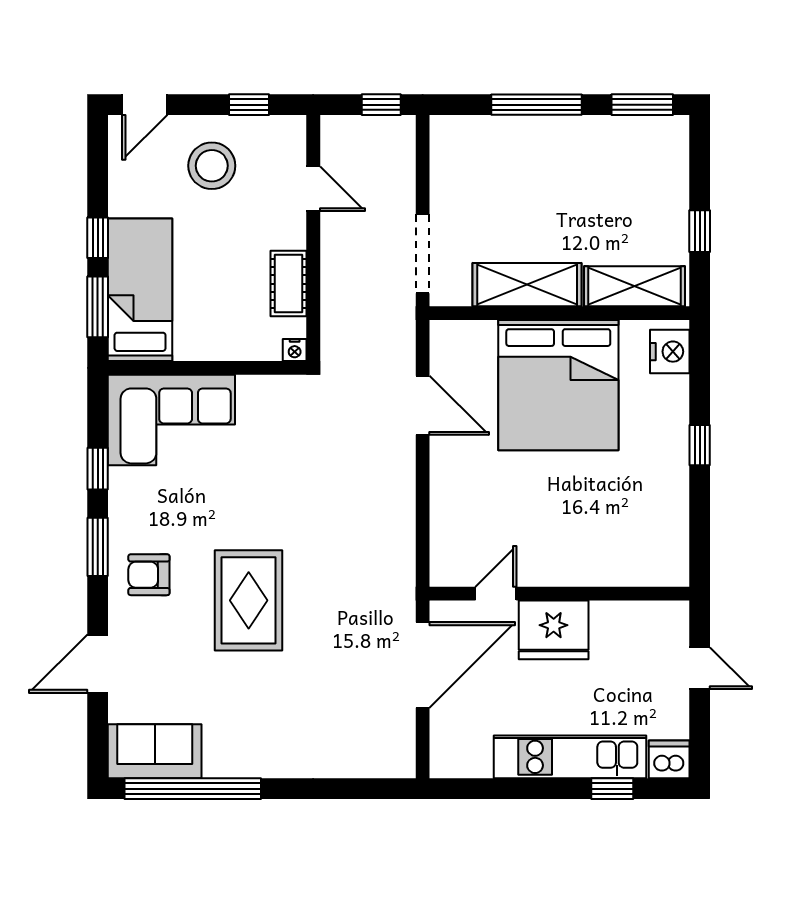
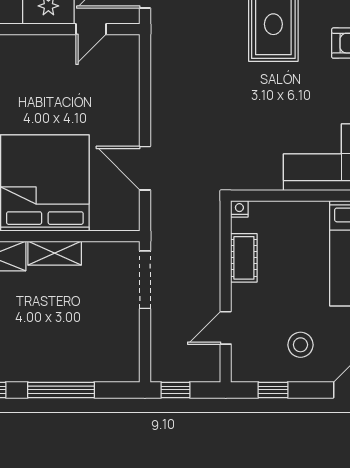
stool: (212, 166) -> (300, 345), width x0.73, depth x0.73
door: (313, 189) -> (226, 328), hinge flipped
shelving: (527, 285) -> (55, 253), width x0.67, depth x0.75

